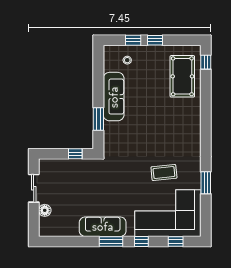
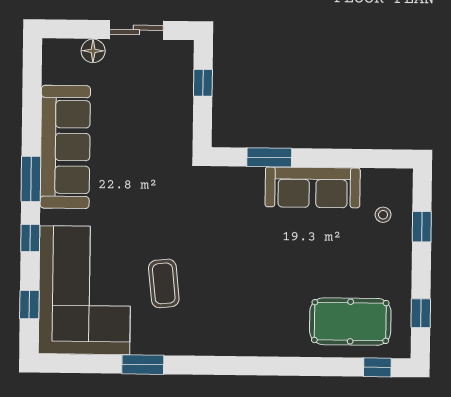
window: (155, 40) -> (421, 313), moved
window: (75, 154) -> (203, 83), moved
sofa: (103, 227) -> (65, 147), width x1.36, depth x1.27

